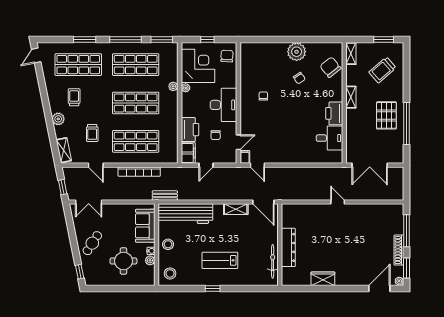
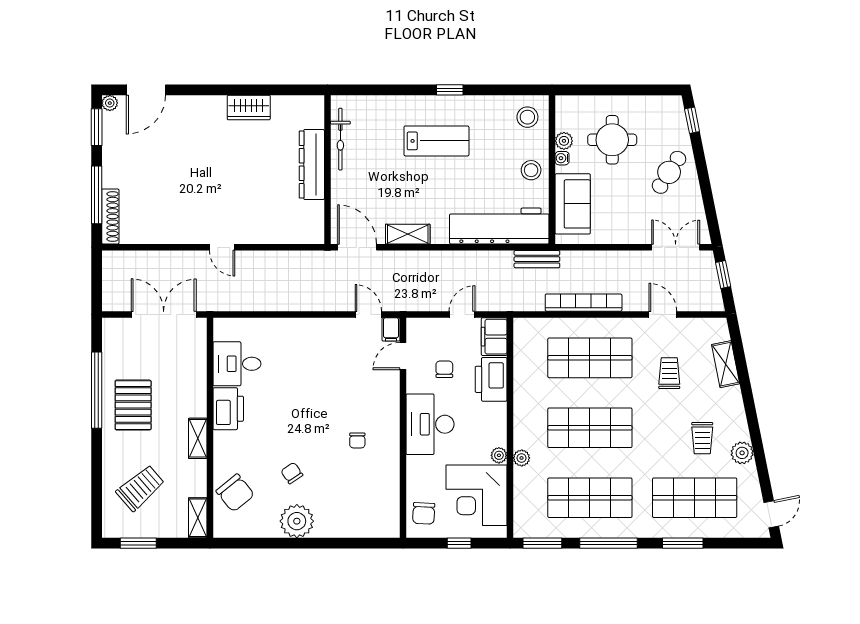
plant: (58, 119) -> (742, 453), moved
shelving: (64, 150) -> (726, 364), moved
shoe rack: (399, 250) -> (110, 216), moved

